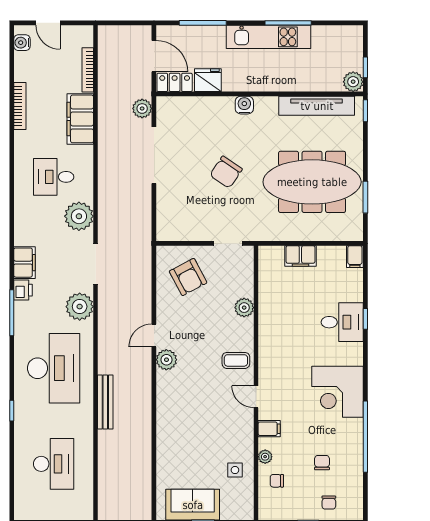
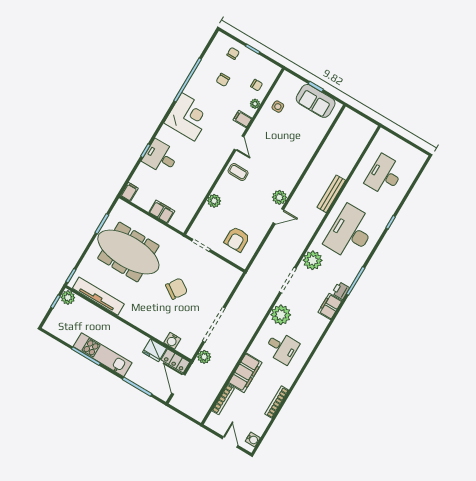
water cooler: (244, 105) -> (172, 341), moved
armchair: (188, 277) -> (237, 239), turned -152

